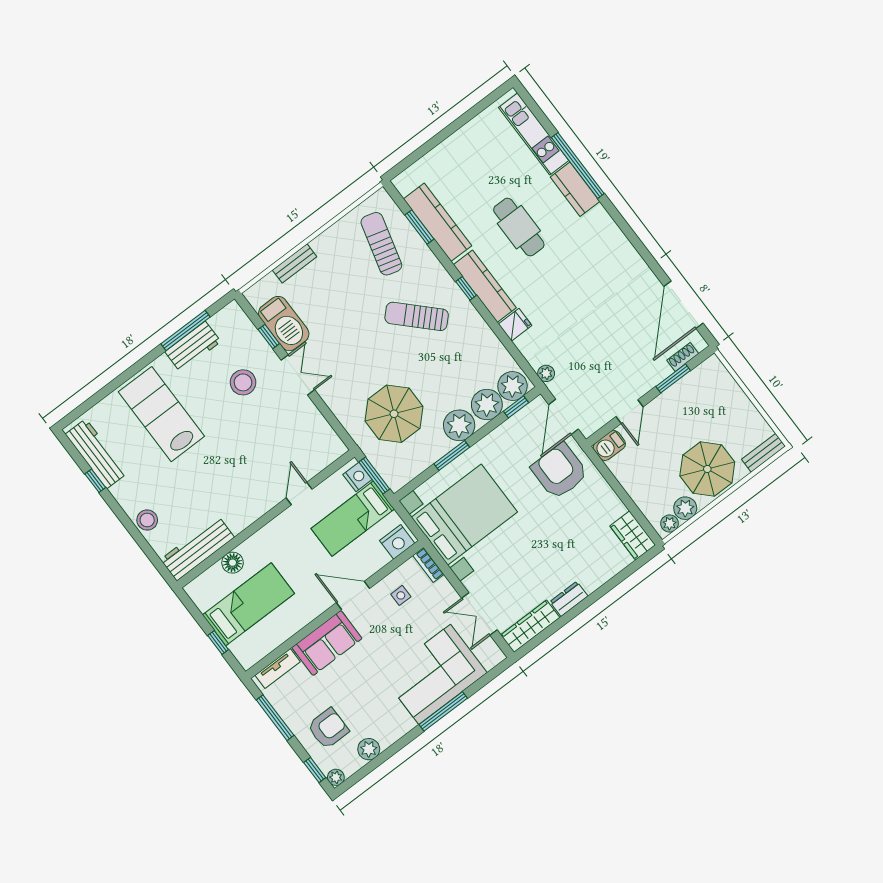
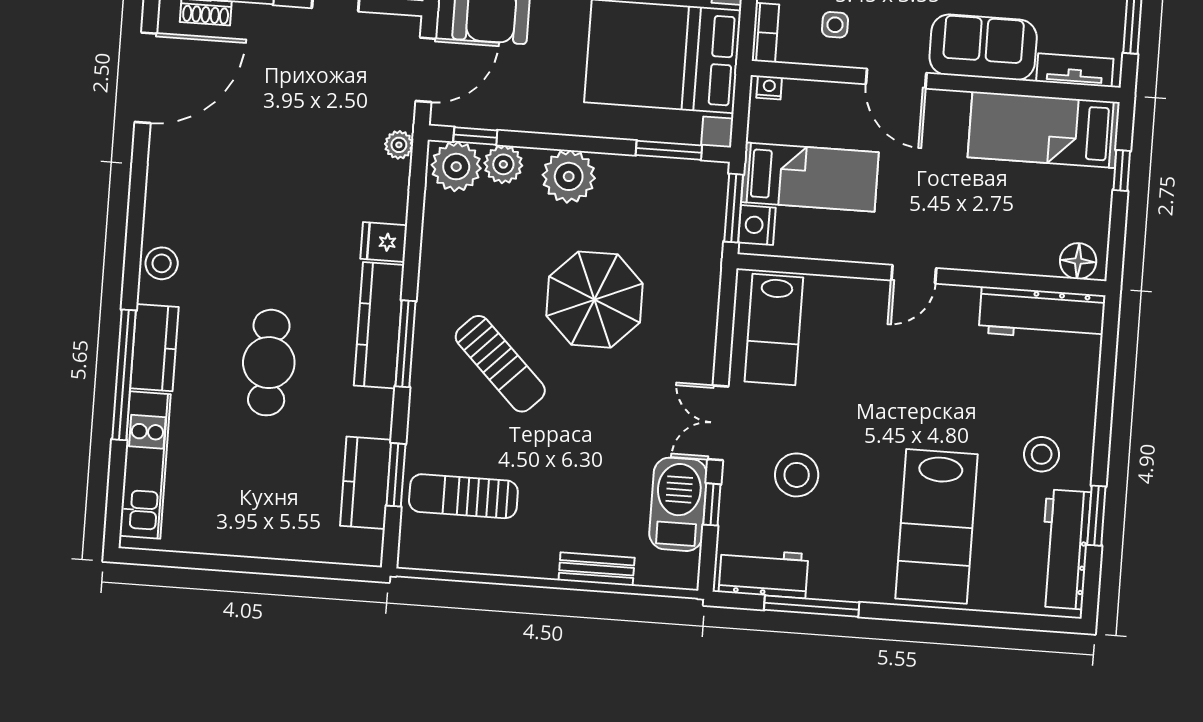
kitchen counter: (438, 222) -> (366, 483), width x0.67
stool: (605, 229) -> (162, 263), added
sun lounger: (381, 244) -> (463, 496), turned 75
window: (466, 288) -> (406, 344), width x2.17
workbench: (193, 347) -> (764, 573), moved
plant: (487, 405) -> (503, 164), width x0.73, depth x0.73
parasol: (394, 414) -> (595, 300), moved
lab bench: (309, 438) -> (774, 329), added
window: (452, 456) -> (669, 150), moved
window: (95, 481) -> (1096, 516), width x1.50
door: (299, 493) -> (914, 274), moved
stool: (147, 520) -> (1042, 454), moved
nightstand: (397, 542) -> (769, 88), width x0.53, depth x0.56
floor lamp: (233, 563) -> (1078, 261), moved
bed: (248, 604) -> (1044, 130), moved

